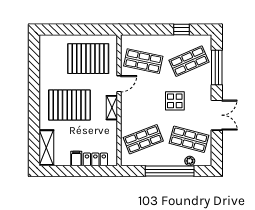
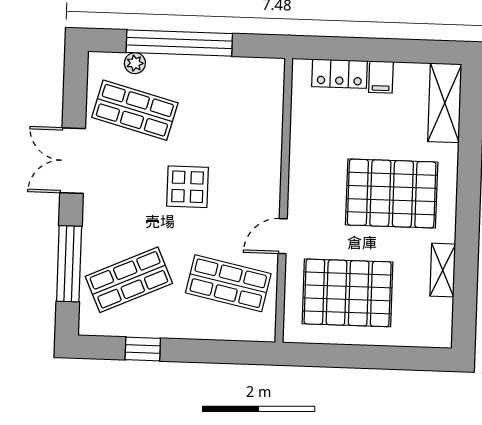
display table: (175, 101) -> (188, 187), moved
shelving: (112, 108) -> (443, 270), moved
shop shelf: (143, 139) -> (234, 114), removed

